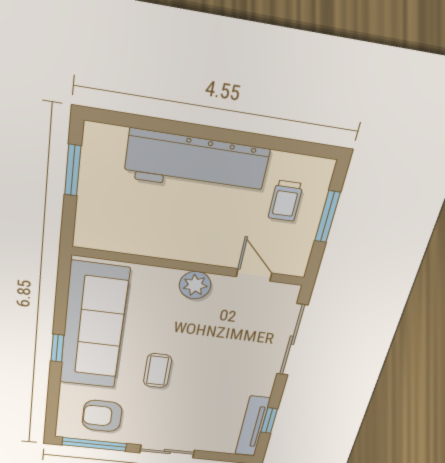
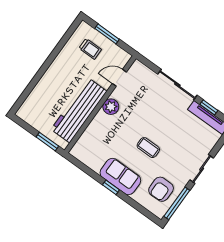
workbench: (197, 163) -> (79, 110), moved, turned 180
window: (73, 170) -> (47, 142), moved
sofa: (94, 327) -> (120, 177), width x0.54, depth x0.79
sliding door: (292, 340) -> (177, 85), moved

